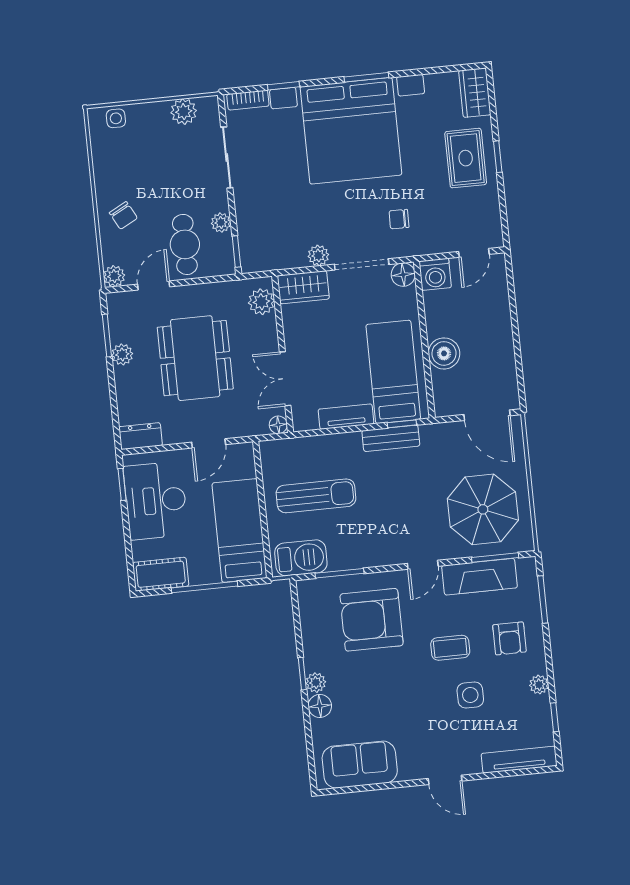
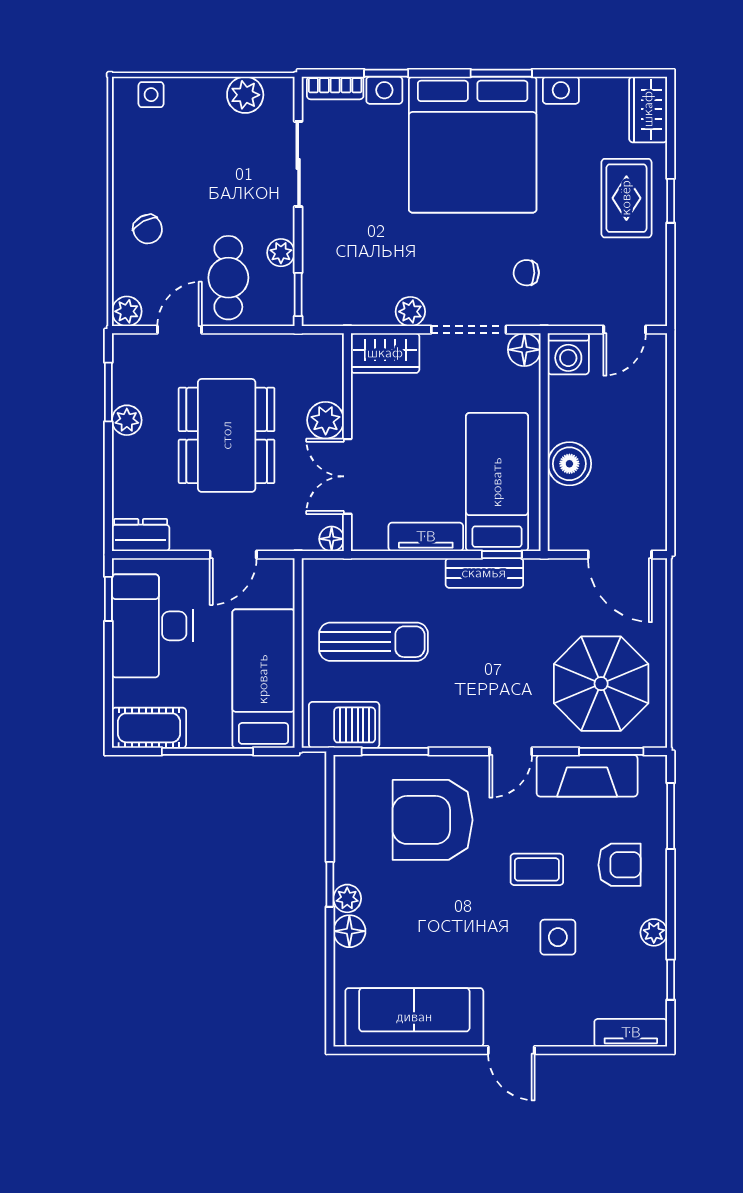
plant: (261, 302) -> (326, 420), moved
armchair: (509, 638) -> (620, 865), turned -90
tv unit: (519, 760) -> (631, 1033), width x0.71
sofa: (360, 765) -> (414, 1017), width x1.36

